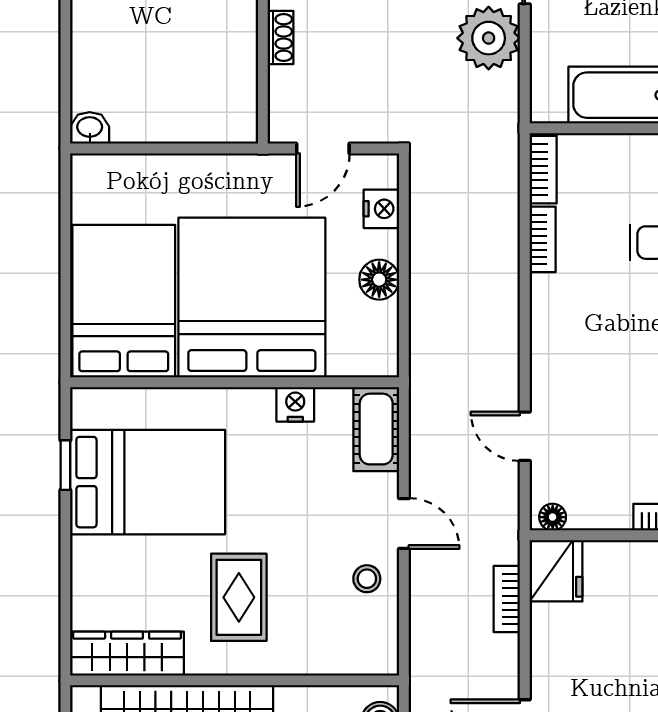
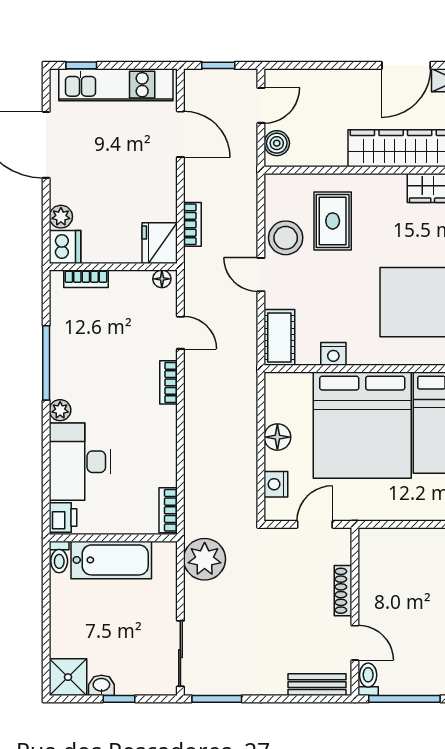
shoe rack: (281, 37) -> (343, 591), width x1.43
plant: (489, 38) -> (205, 559), moved
bookcase: (543, 239) -> (168, 382), moved
stool: (367, 579) -> (286, 238), width x1.89, depth x1.89
rug: (239, 597) -> (333, 221), moved

